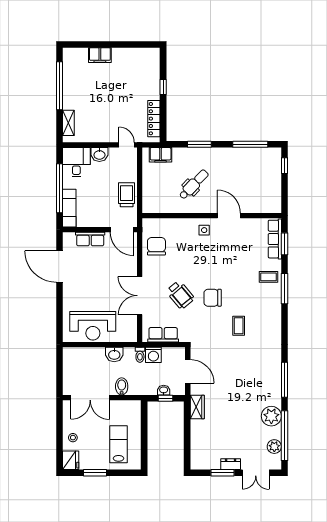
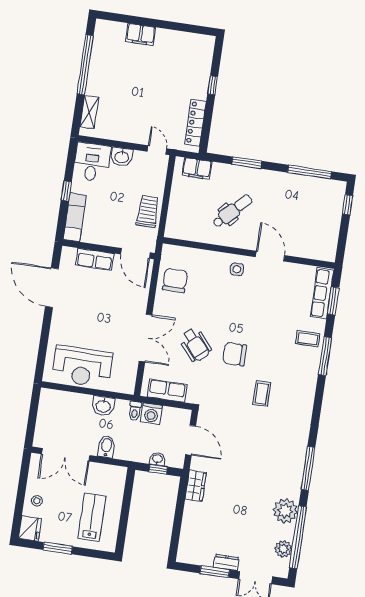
window: (59, 188) -> (66, 191), width x0.32
double door: (140, 296) -> (145, 338), swing flipped

